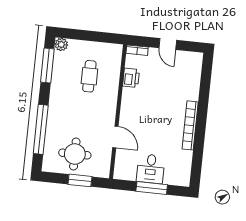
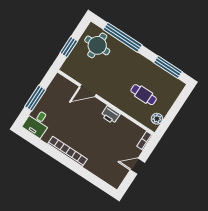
plant: (61, 44) -> (157, 119), moved
printer: (131, 78) -> (110, 115), moved
round table: (75, 154) -> (97, 45), moved
desk: (151, 169) -> (37, 123), moved, turned -90

